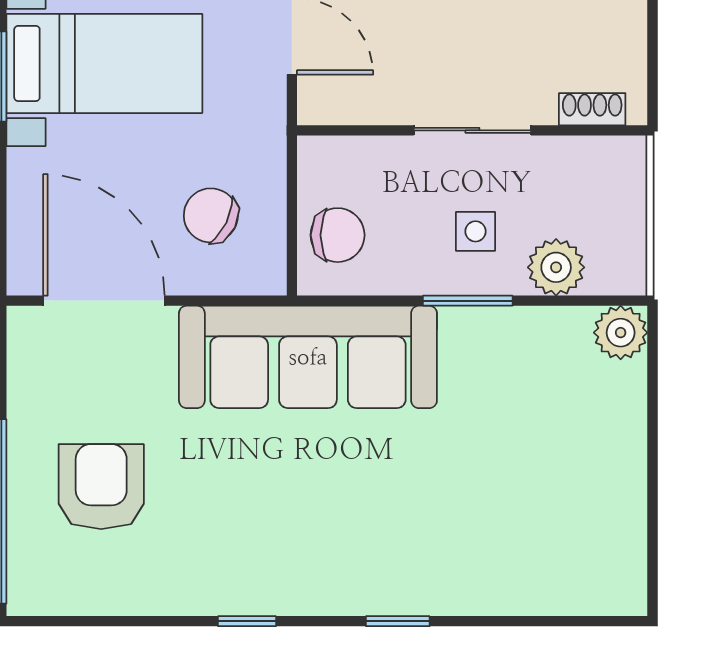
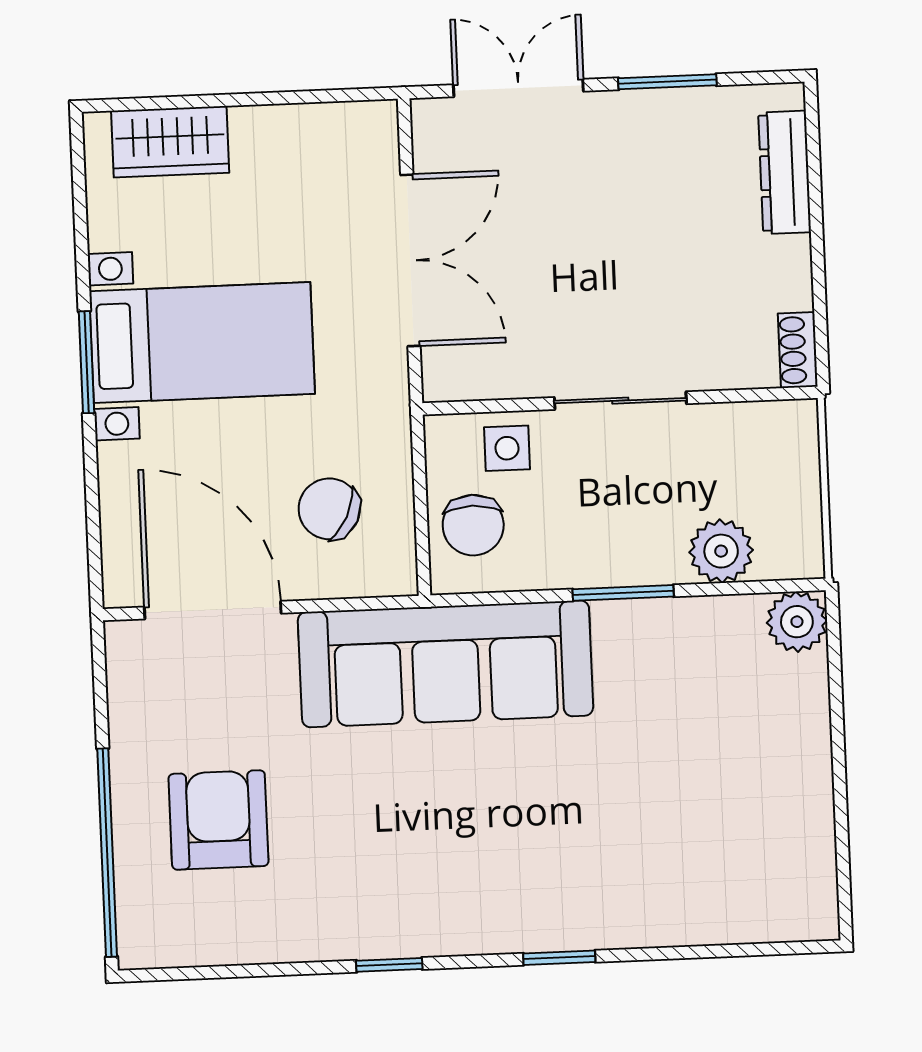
shoe rack: (592, 109) -> (798, 350), moved, turned -90
side table: (475, 231) -> (507, 448), moved
chair: (338, 235) -> (473, 525), turned 90

